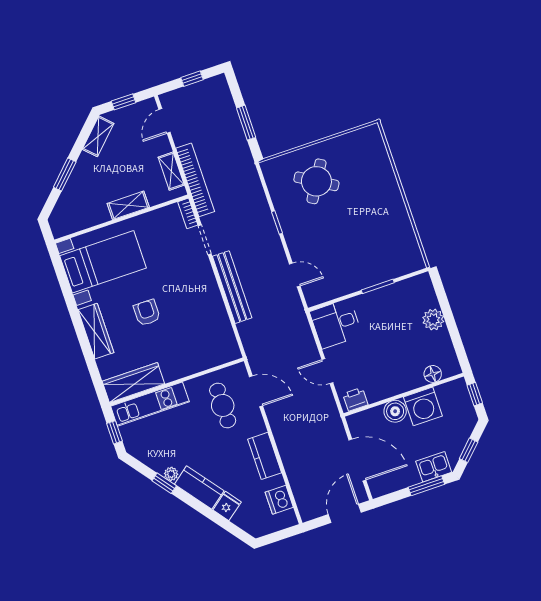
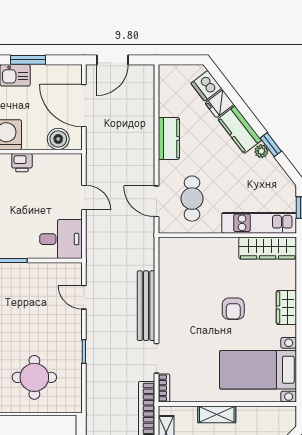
round table: (316, 181) -> (34, 377), turned -31
wardrobe: (96, 331) -> (286, 308), width x0.67
printer: (355, 399) -> (22, 163), moved
boiler: (395, 411) -> (58, 139), moved
dishwasher: (279, 500) -> (206, 86), moved, turned 142

